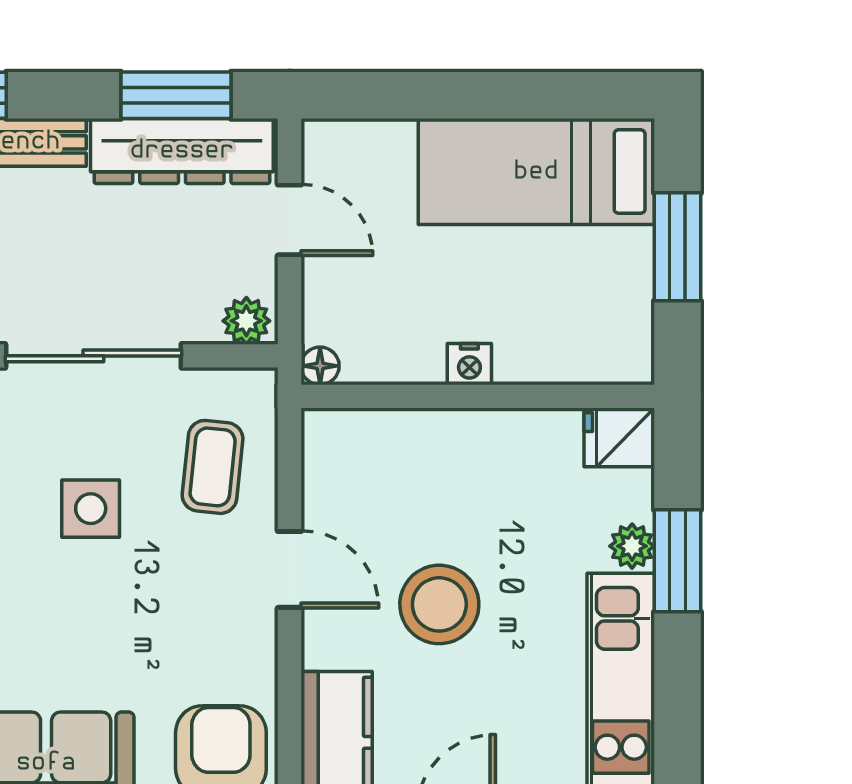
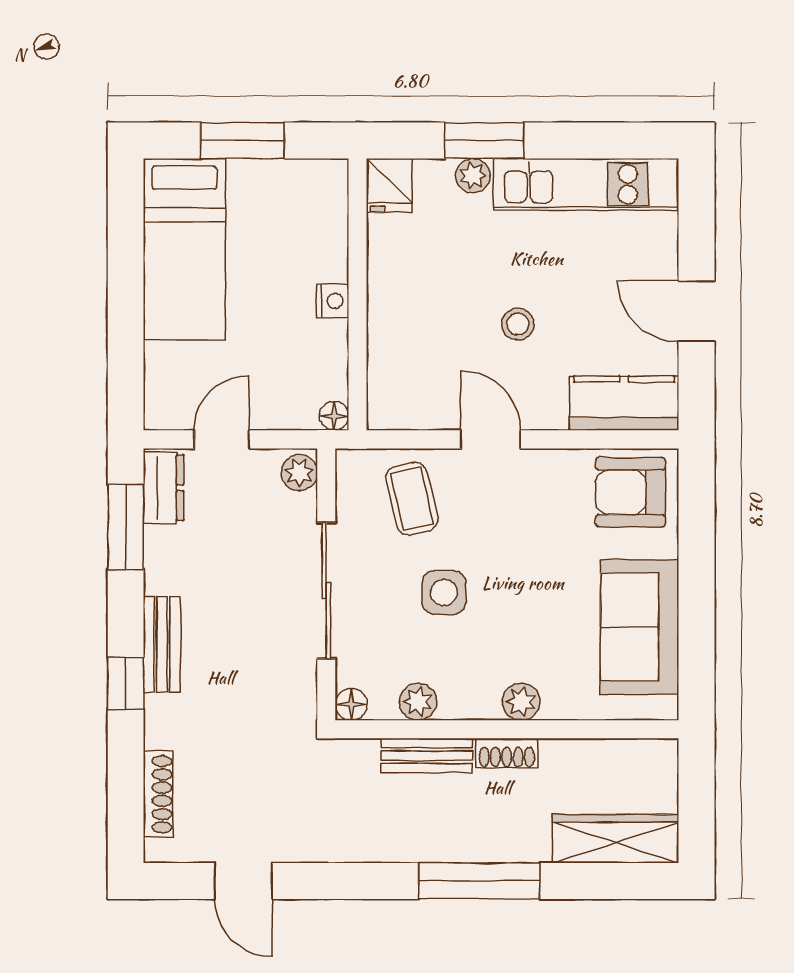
dresser: (182, 151) -> (164, 488), width x0.51, depth x0.80
coffee table: (213, 467) -> (412, 499), turned 71
door: (290, 569) -> (491, 439), hinge flipped
stool: (439, 604) -> (518, 324), width x0.53, depth x0.53

